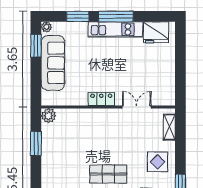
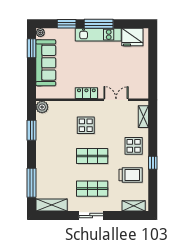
display table: (101, 137) -> (86, 125), added

